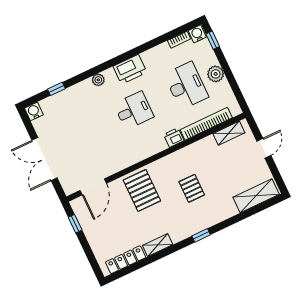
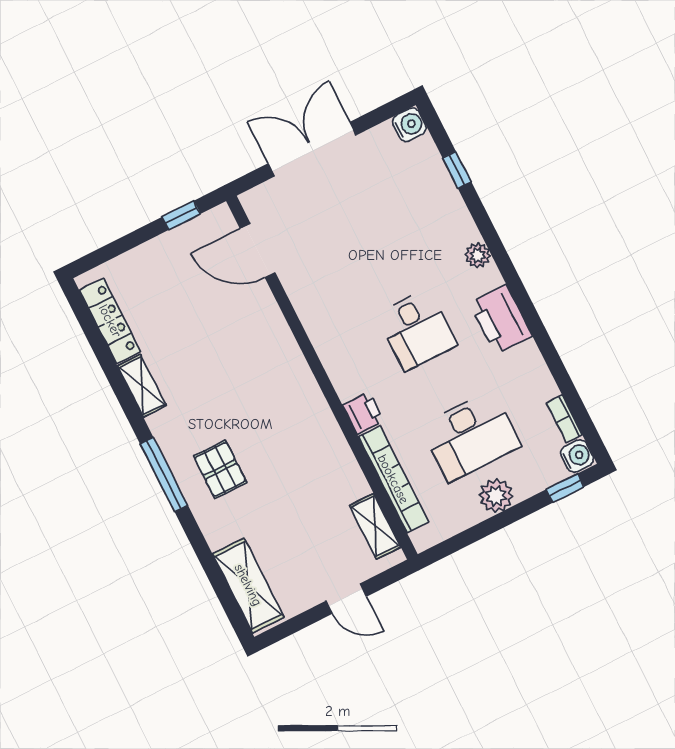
pallet: (192, 188) -> (220, 469), moved, turned 90
pallet: (142, 190) -> (253, 351), removed
window: (201, 235) -> (164, 475), width x2.17

